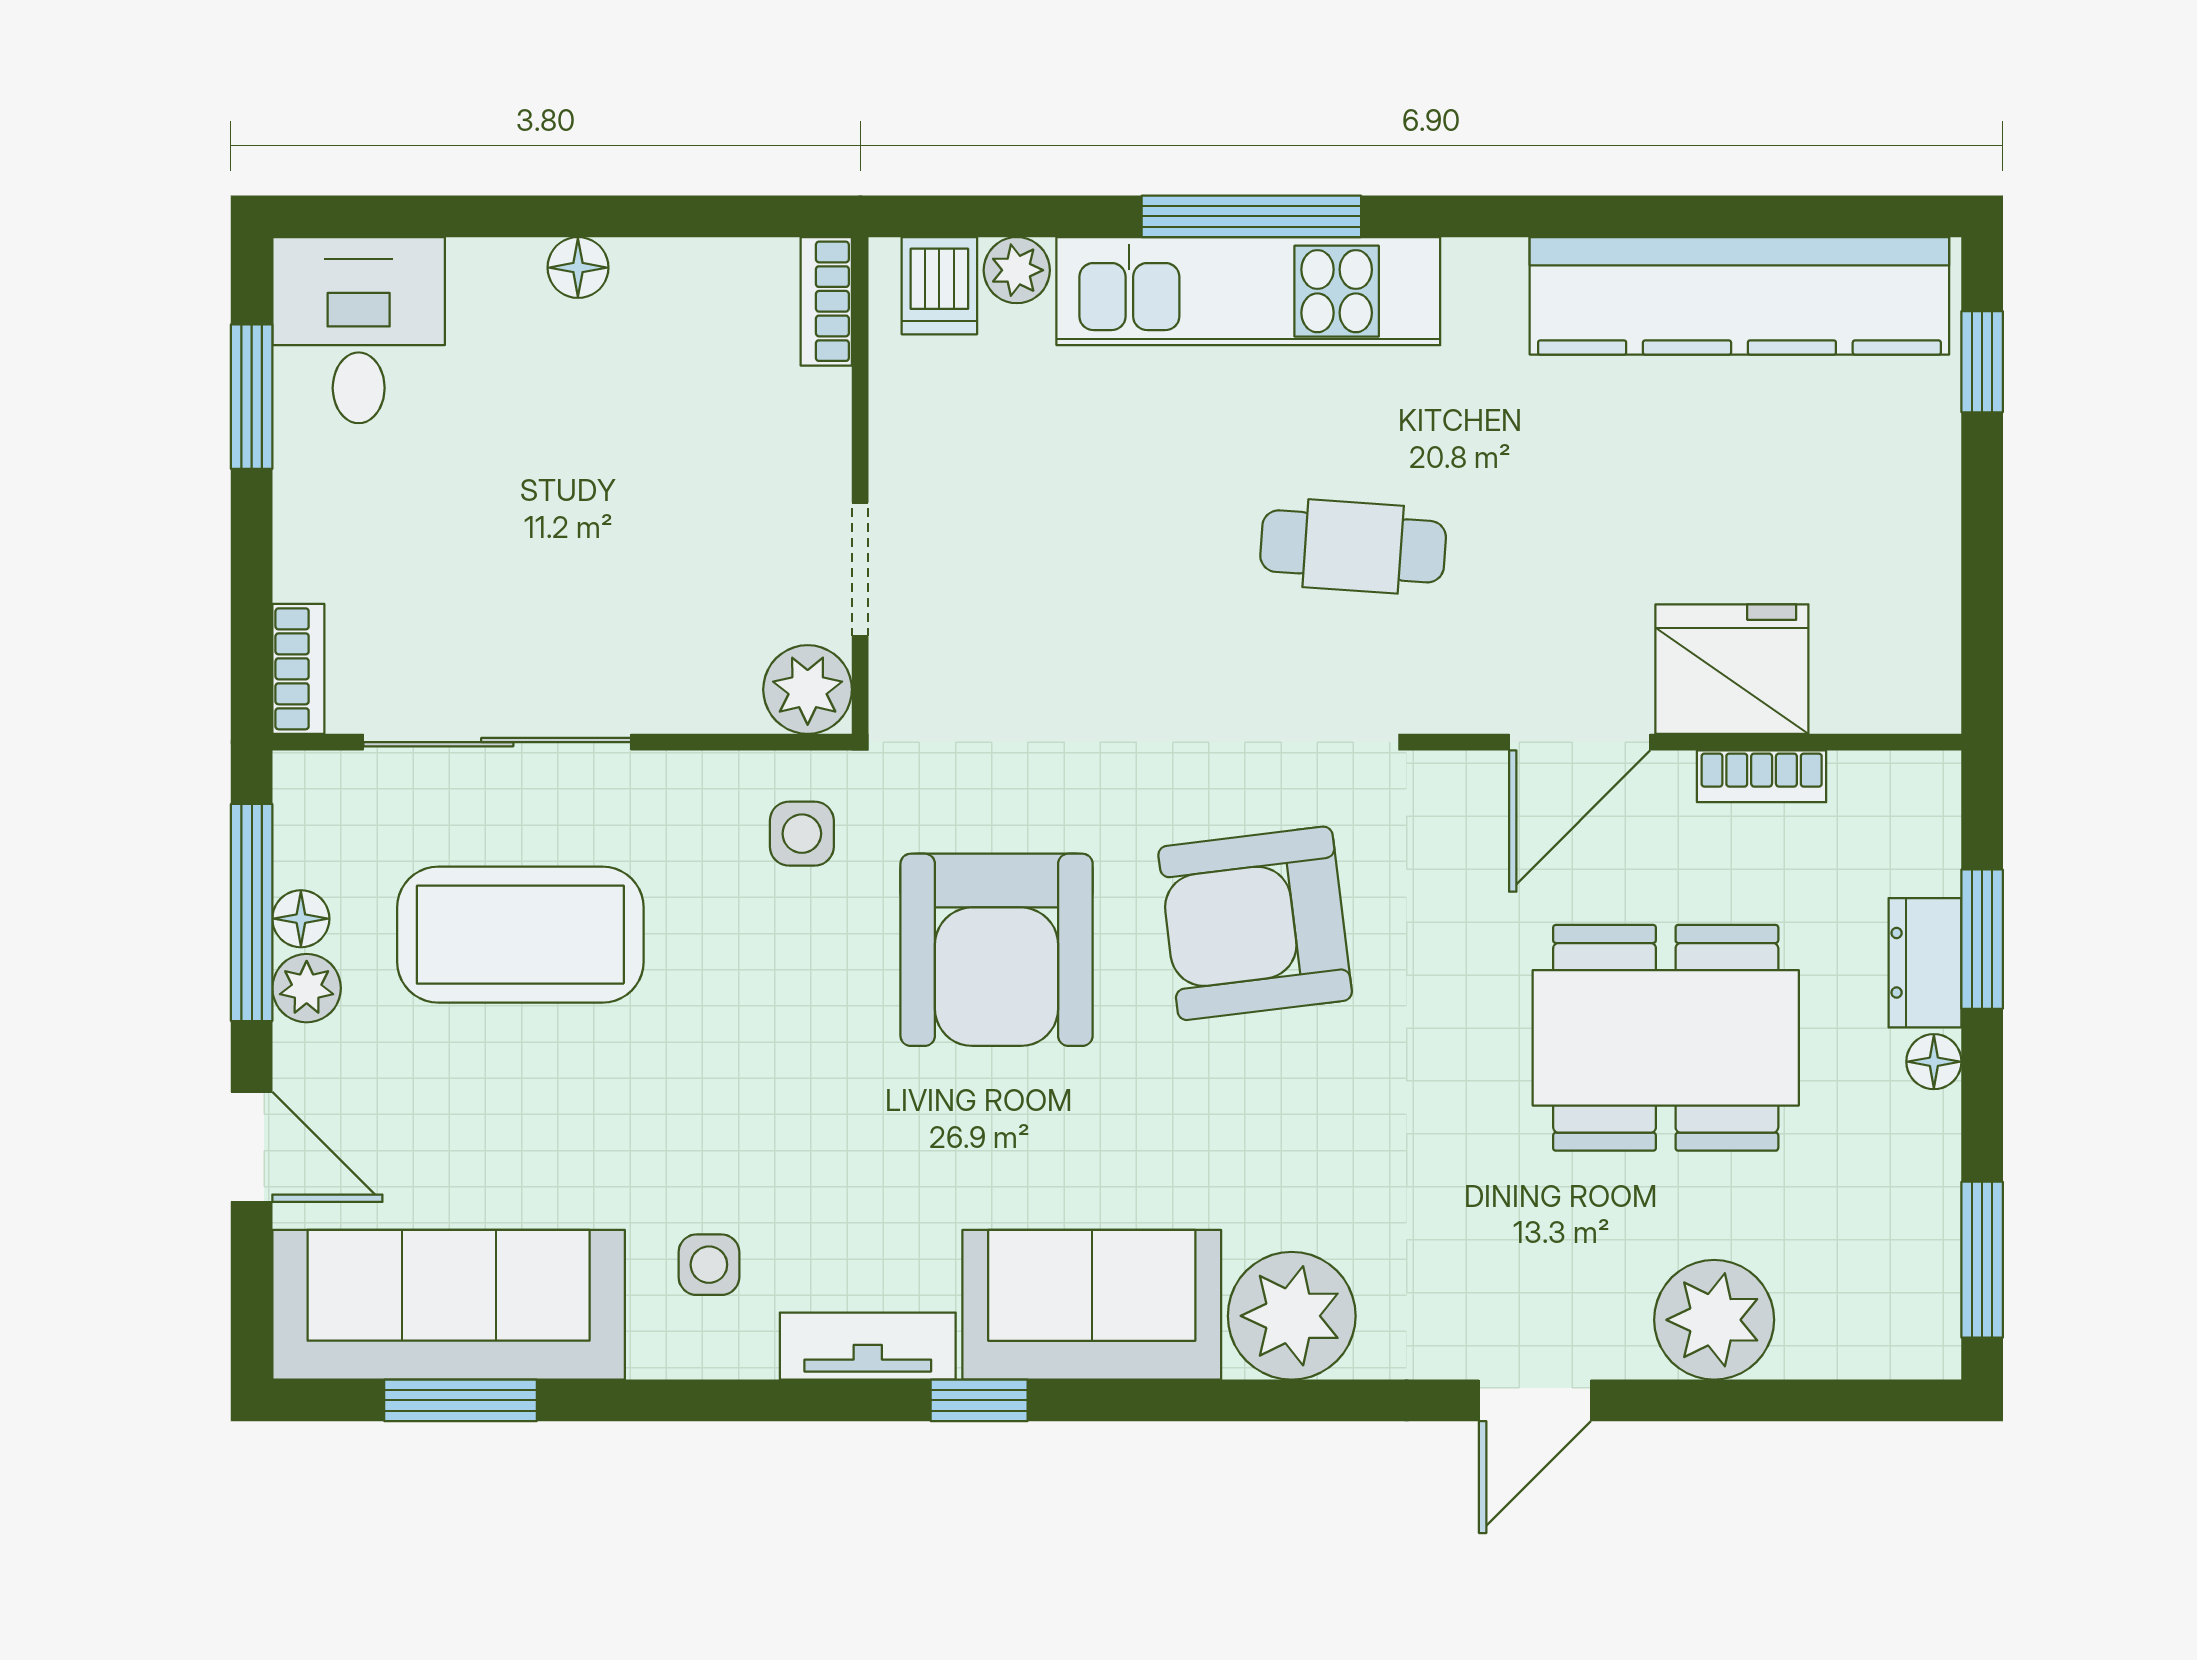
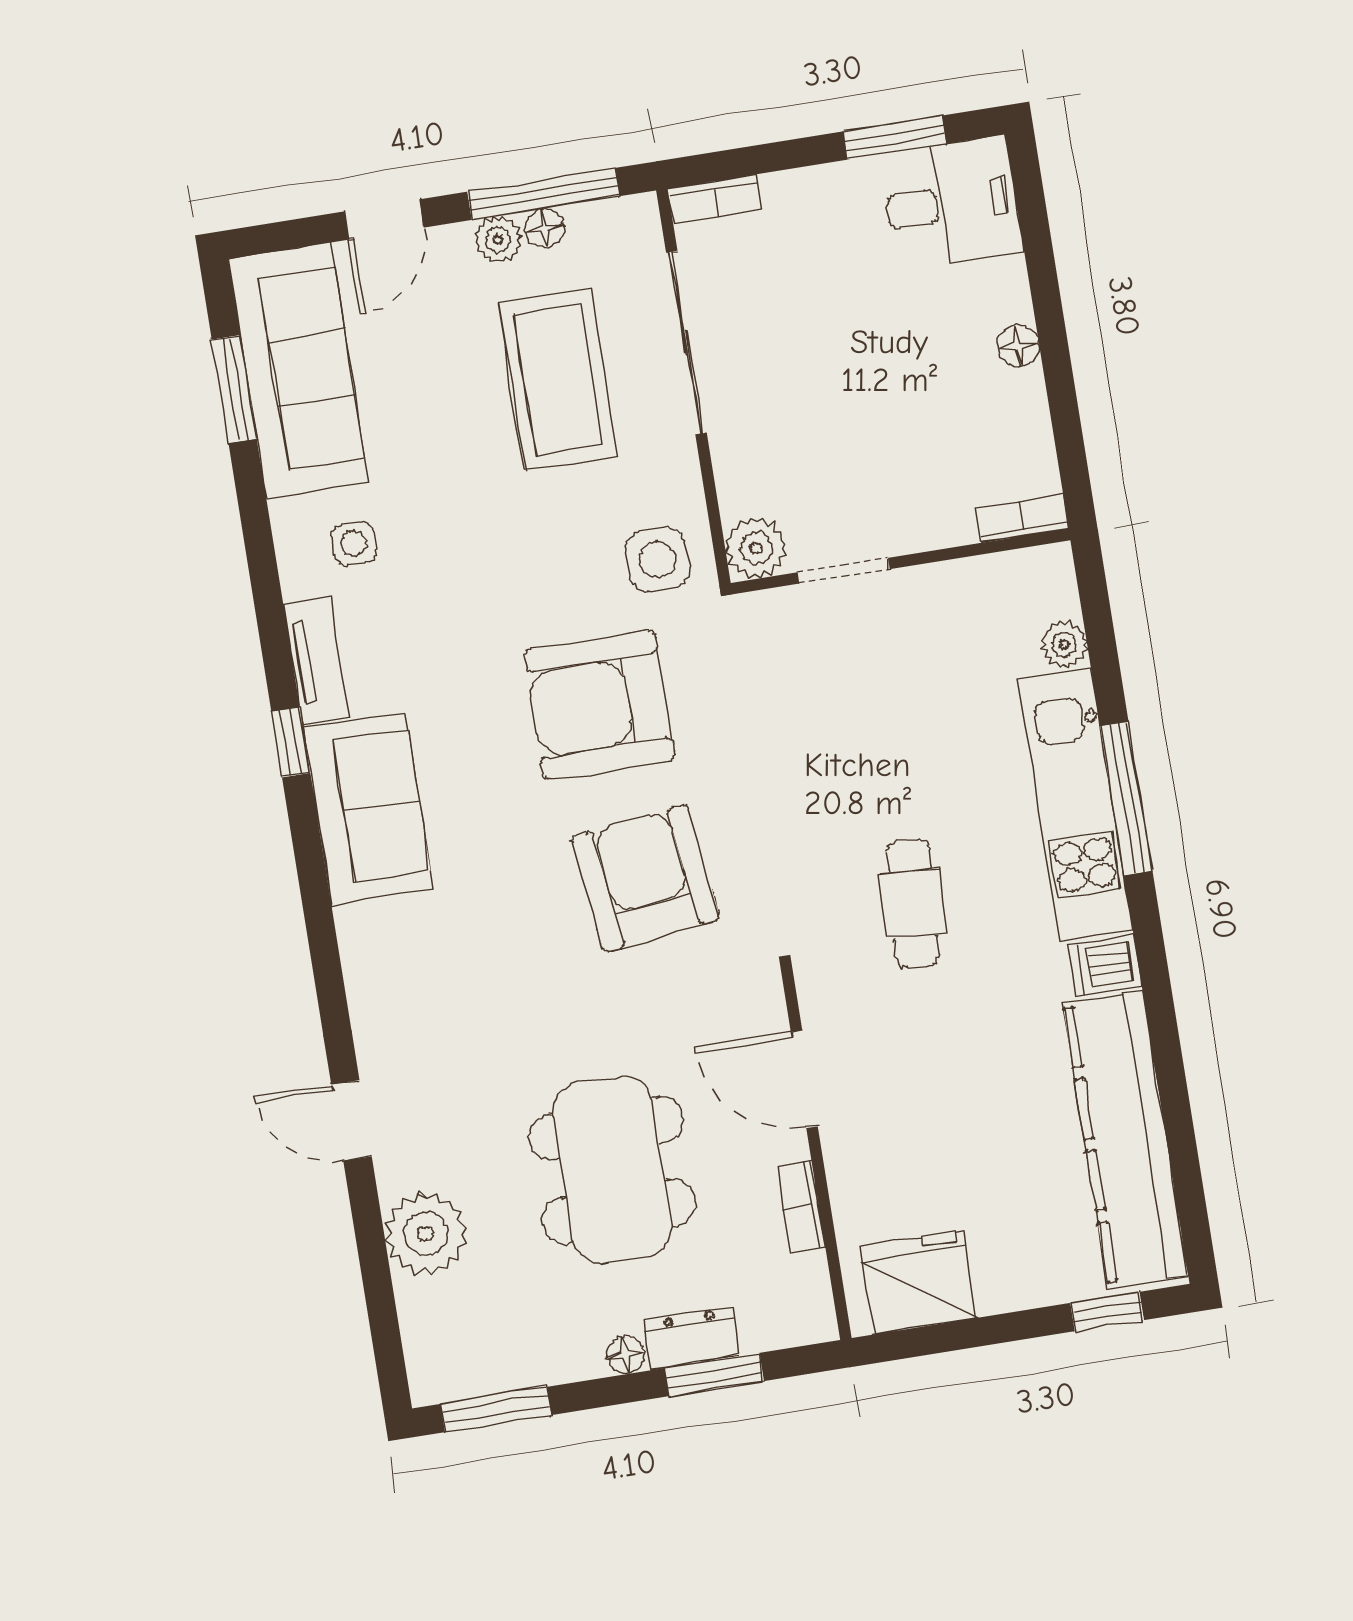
dishwasher: (939, 286) -> (1105, 965), moved
fridge: (1732, 669) -> (918, 1282), moved, turned -90
side table: (802, 834) -> (657, 560), width x1.37, depth x1.37
plant: (1292, 1316) -> (383, 946), removed

